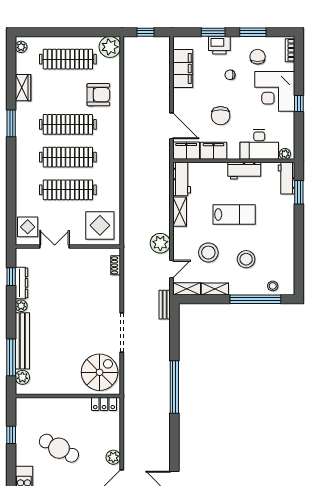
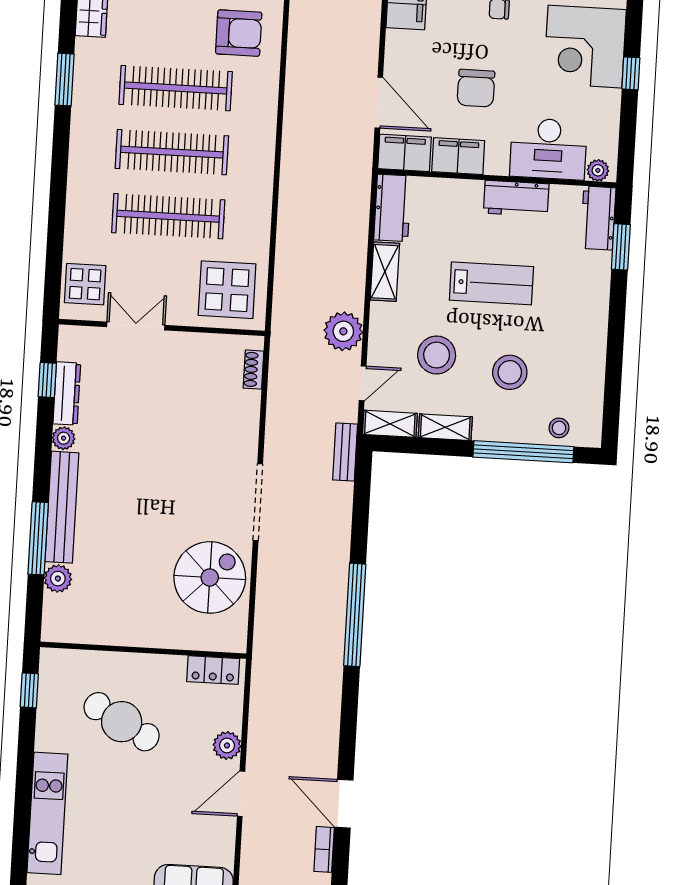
wall: (68, 396) -> (143, 650), moved
locker: (104, 404) -> (213, 670), moved

